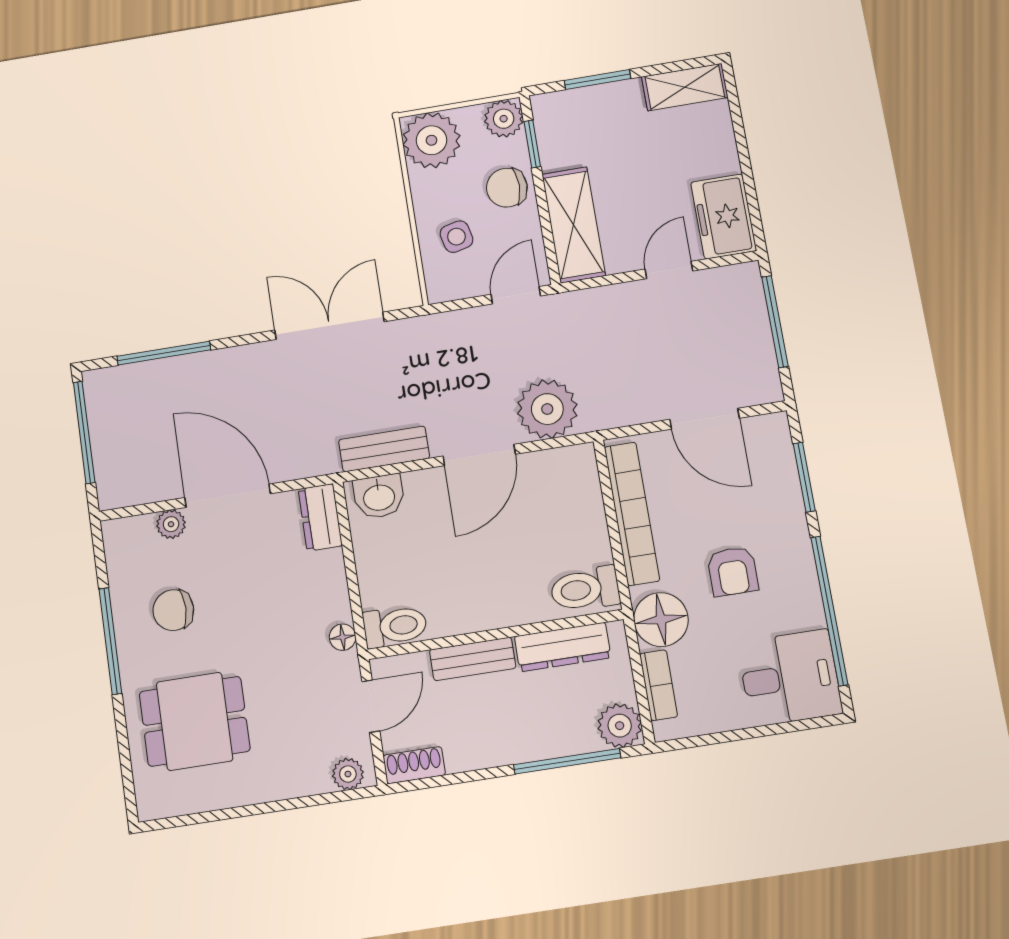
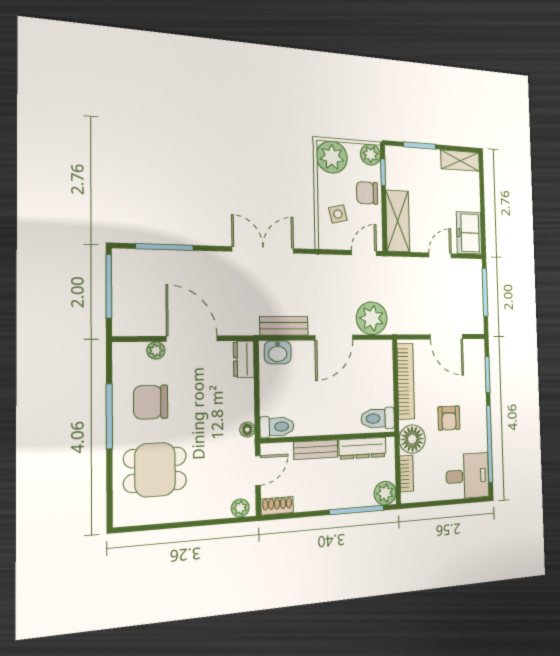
chair: (173, 610) -> (151, 402), width x1.37, depth x1.37

